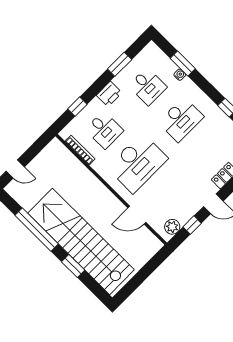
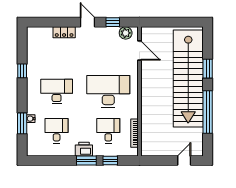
window: (120, 64) -> (86, 161), moved
door: (15, 169) -> (184, 161), hinge flipped
door: (137, 215) -> (140, 51), moved

